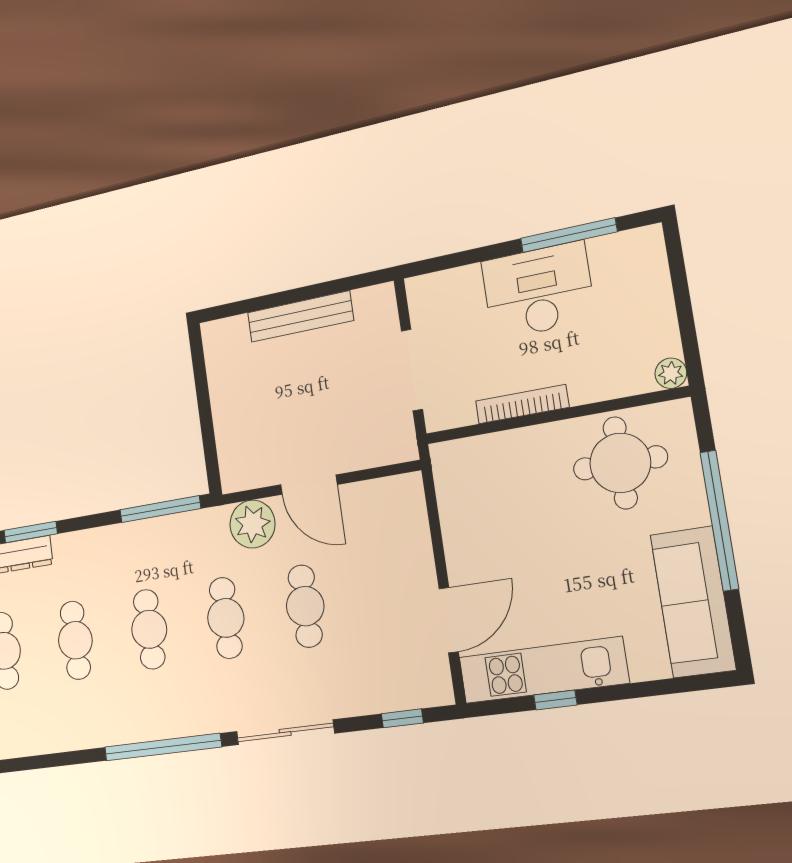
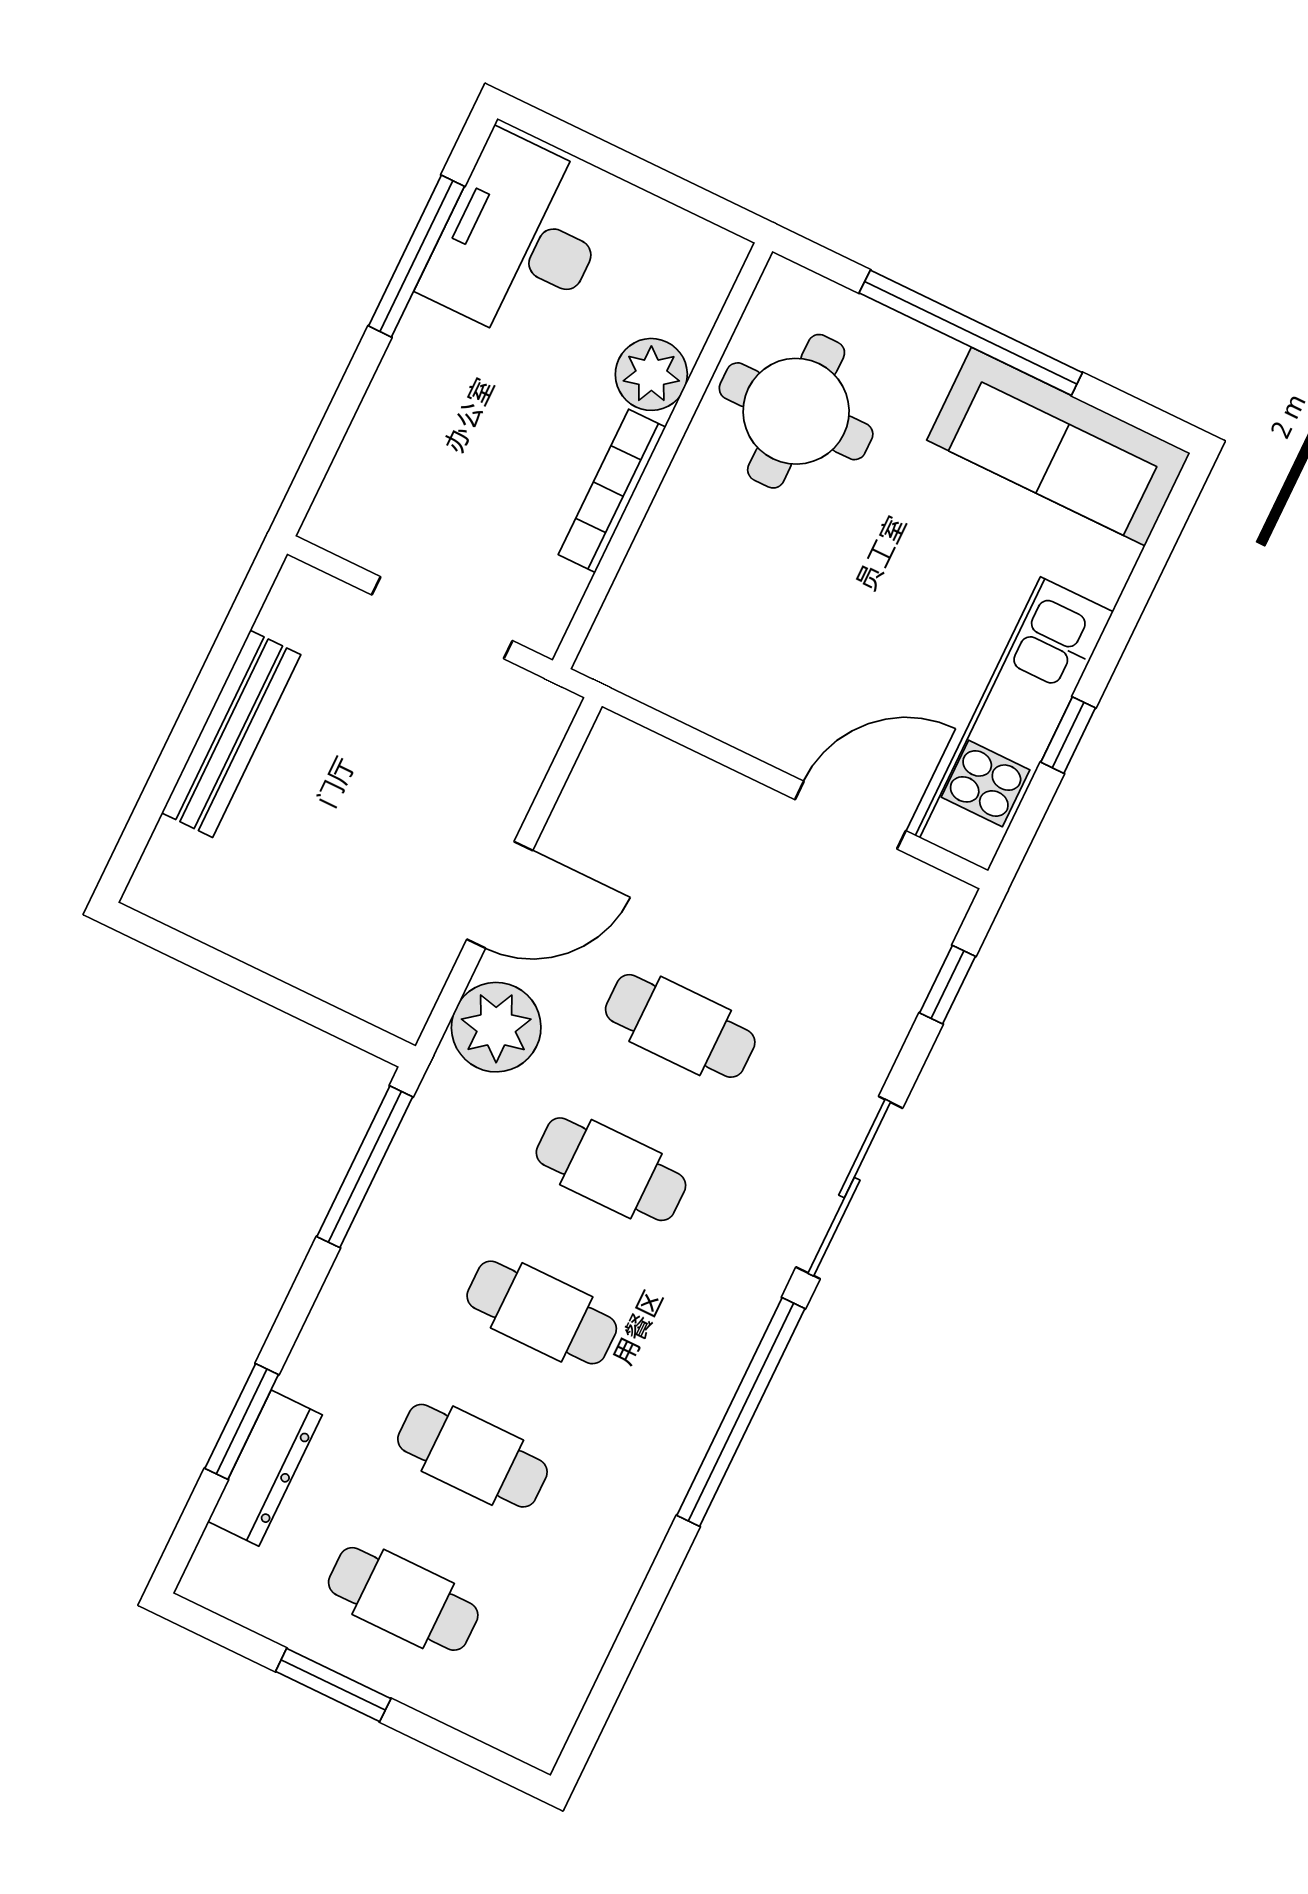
desk: (538, 291) -> (519, 240), moved
plant: (671, 373) -> (651, 374), moved, width x1.38, depth x1.38
door: (449, 620) -> (850, 815), hinge flipped

